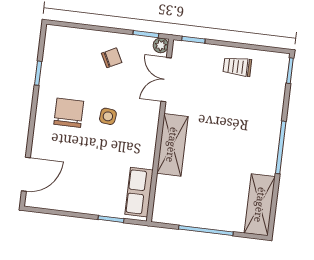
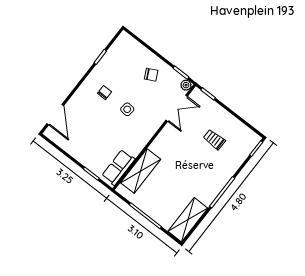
trolley: (237, 67) -> (214, 140), moved
double door: (166, 80) -> (177, 108), swing flipped
chair: (69, 113) -> (104, 93), width x0.54, depth x0.54
shelving: (172, 145) -> (141, 171), moved
door: (26, 174) -> (55, 115), hinge flipped

